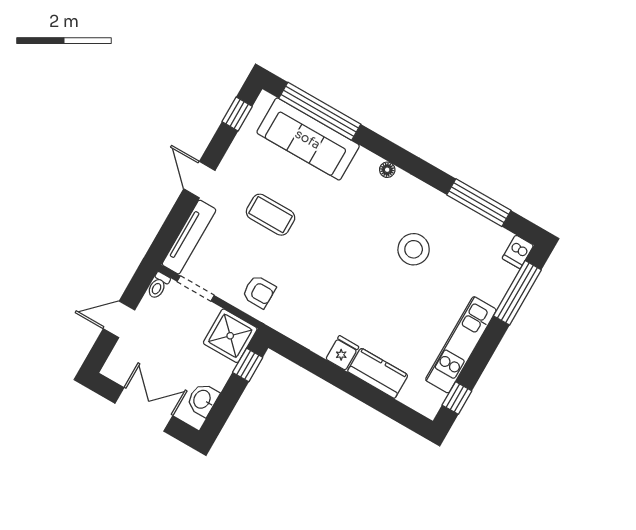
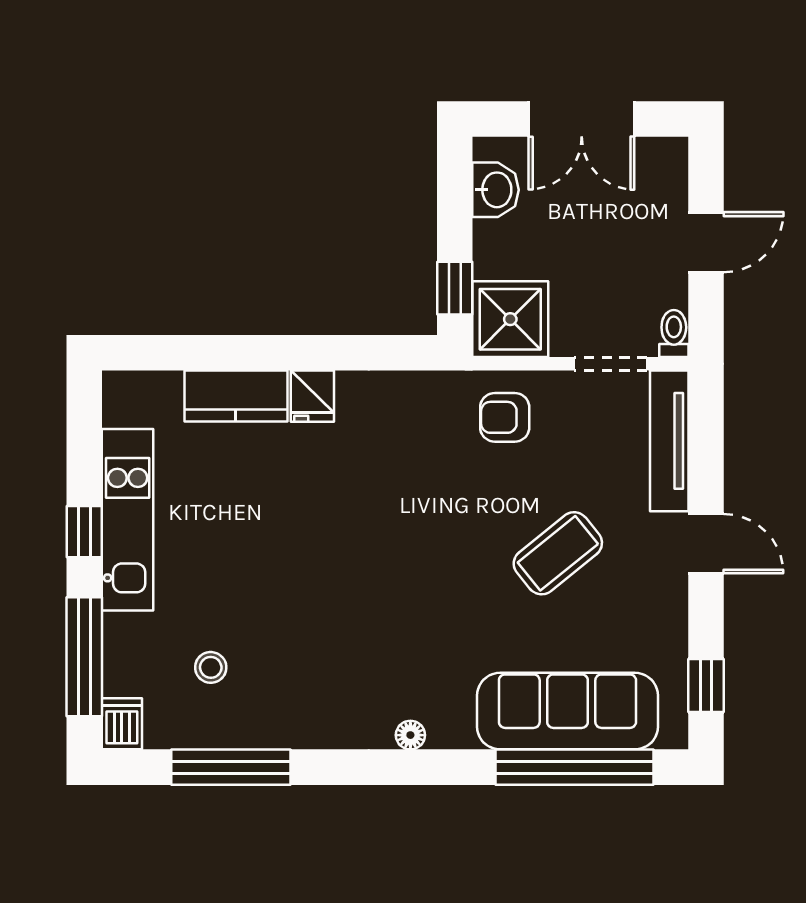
coffee table: (271, 215) -> (558, 553), turned -39
stool: (414, 249) -> (211, 667), moved, width x0.53, depth x0.53
window: (457, 398) -> (84, 532), moved

